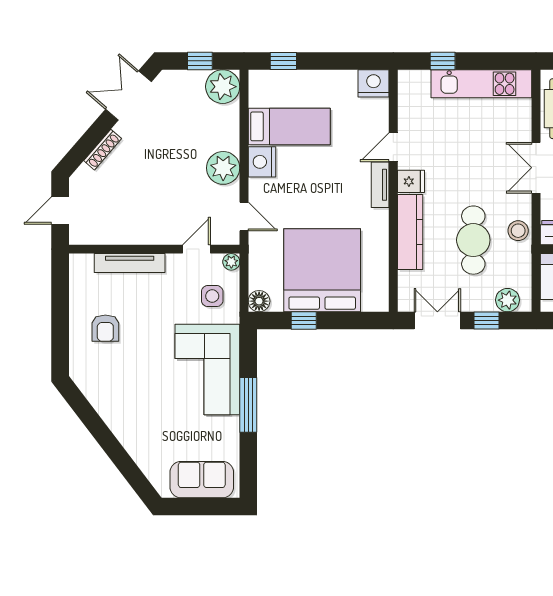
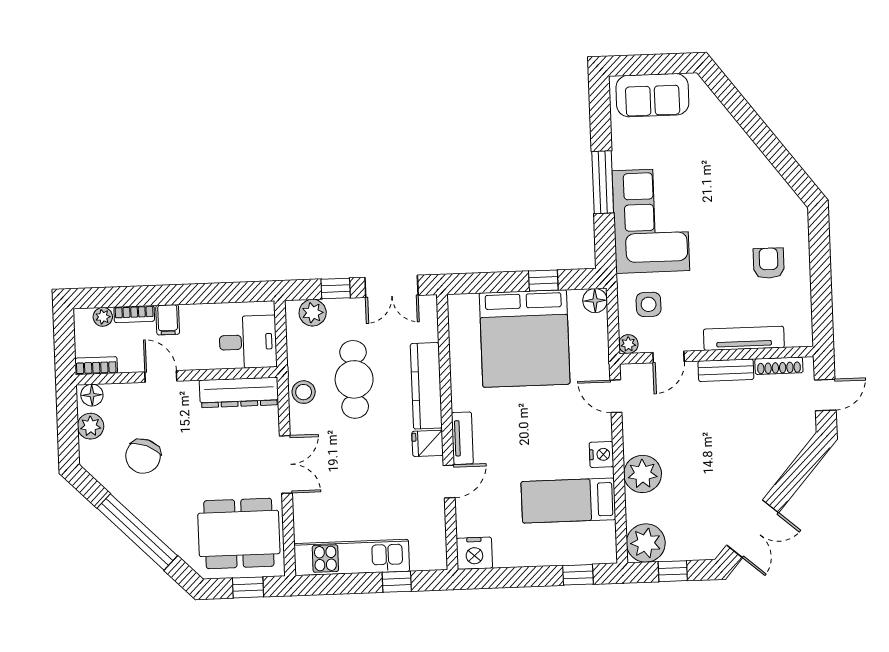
shoe rack: (103, 150) -> (779, 366), moved, turned -131
nightstand: (262, 162) -> (601, 454), width x0.74, depth x0.75
plant: (223, 168) -> (643, 474), moved
bench: (147, 236) -> (726, 370), added

